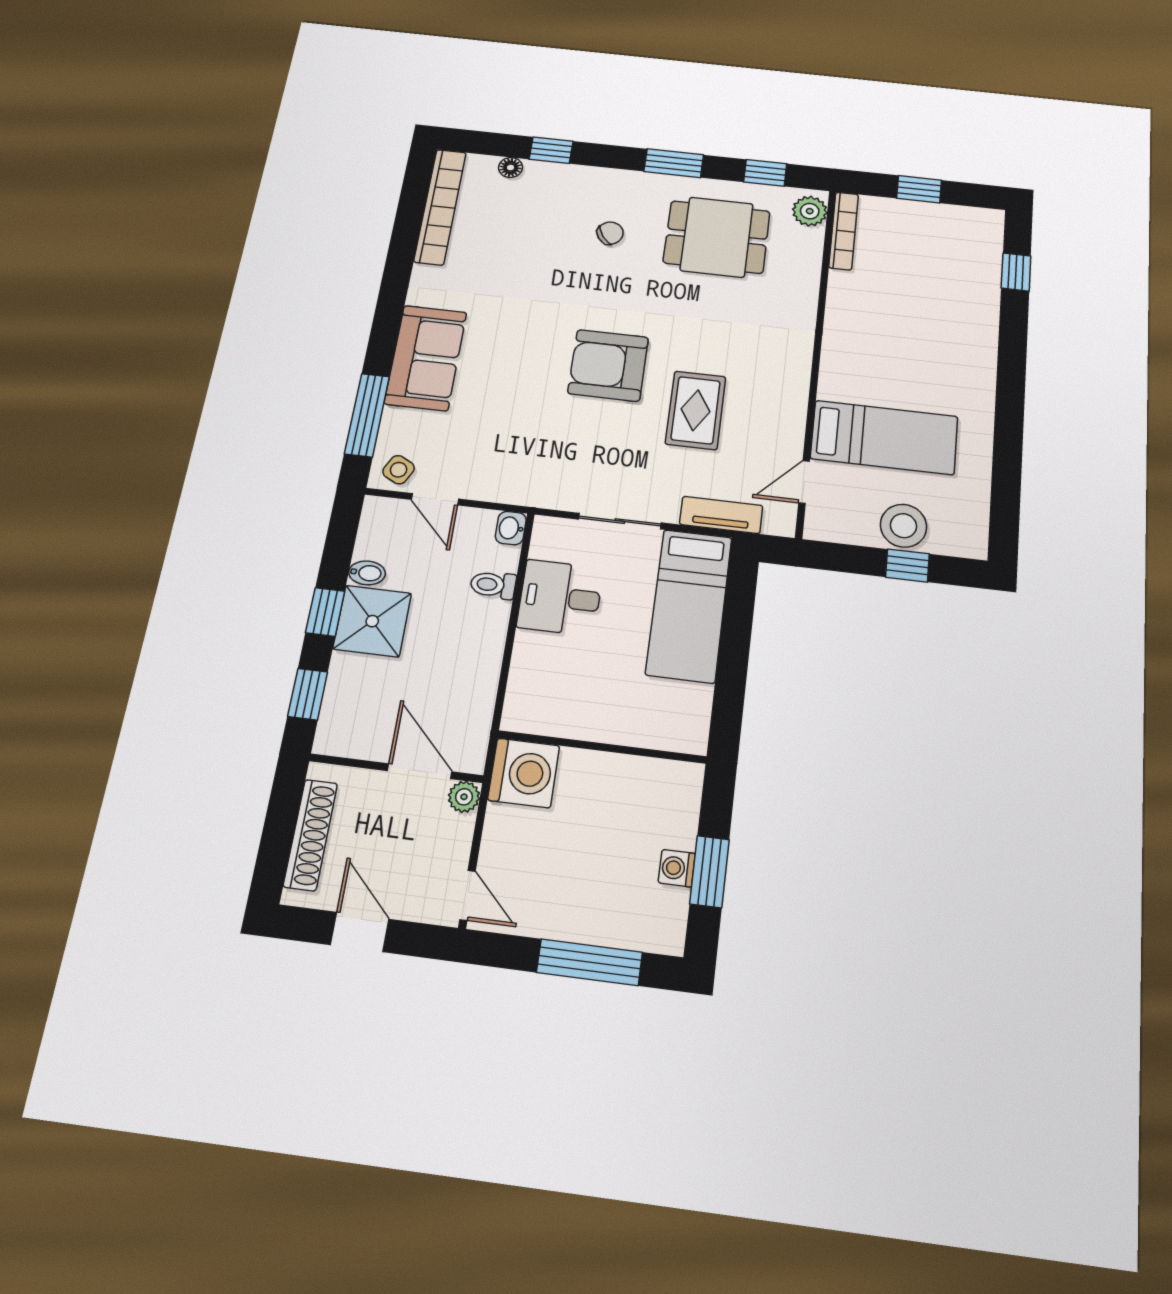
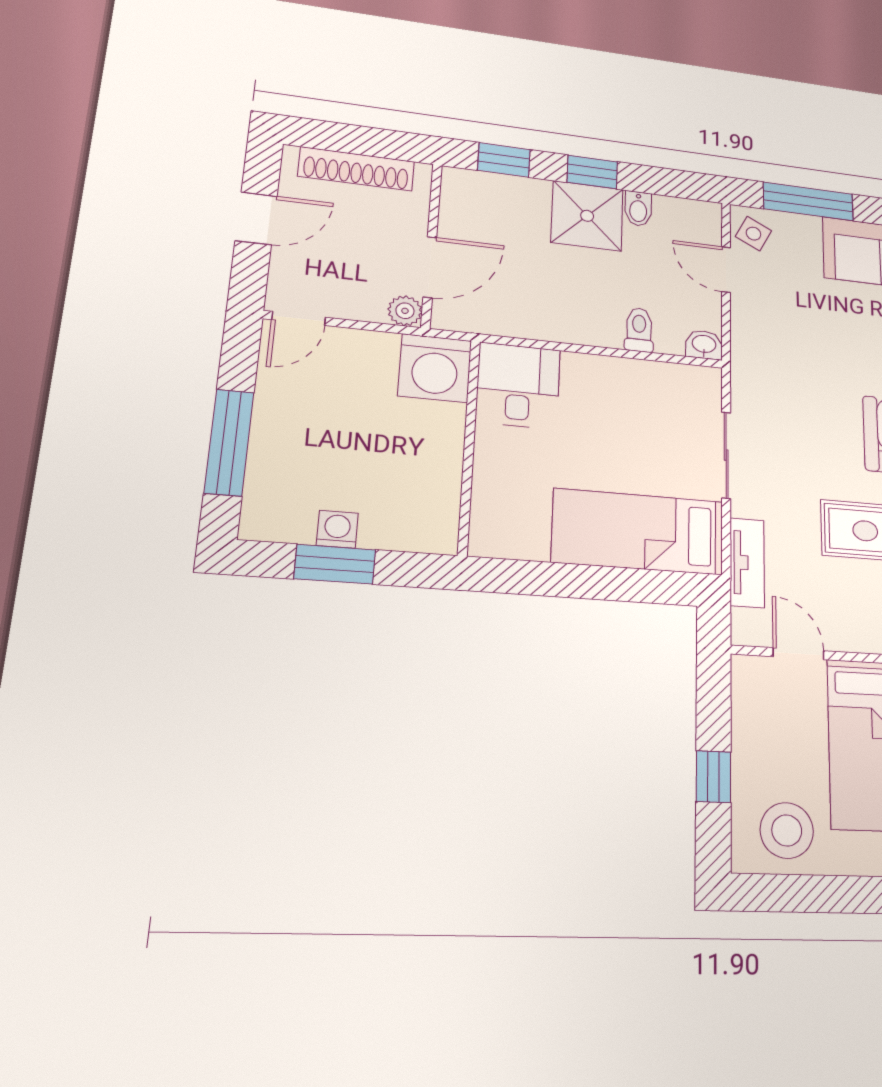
door: (435, 499) -> (726, 270), hinge flipped
stool: (903, 526) -> (787, 830), moved
desk: (560, 598) -> (518, 386), moved

